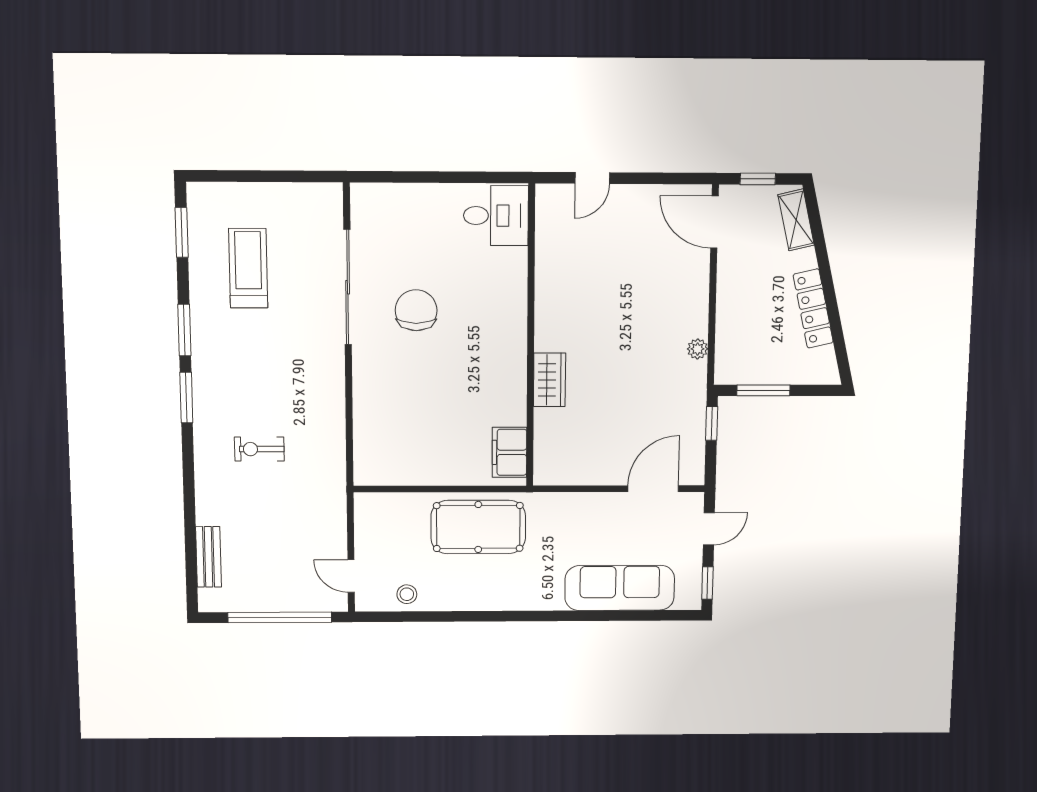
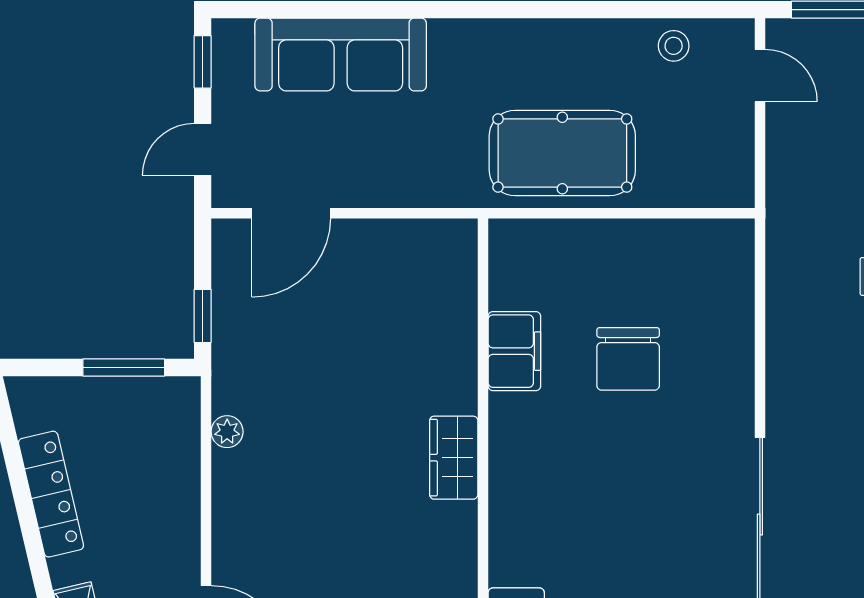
chair: (416, 310) -> (628, 359), moved
wardrobe: (549, 380) -> (454, 458), moved
filing cabinet: (509, 452) -> (514, 351), moved

